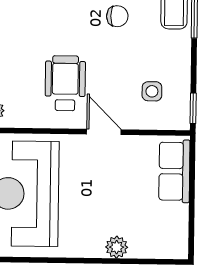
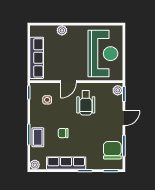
door: (104, 132) -> (68, 82), hinge flipped
row of seats: (174, 171) -> (37, 58), width x1.48

